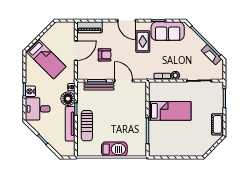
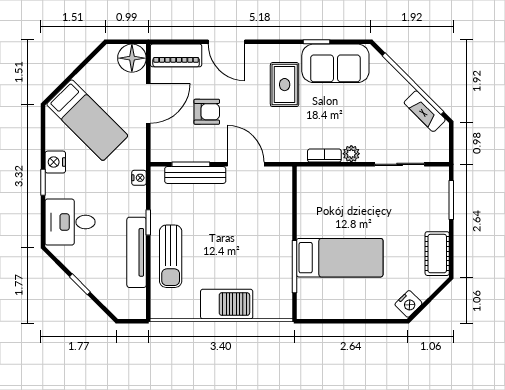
door: (127, 21) -> (226, 42), moved
nightstand: (30, 91) -> (55, 162), moved
floor lamp: (68, 99) -> (132, 58), moved
bed: (170, 111) -> (340, 258), moved
nightstand: (203, 149) -> (408, 304), added

